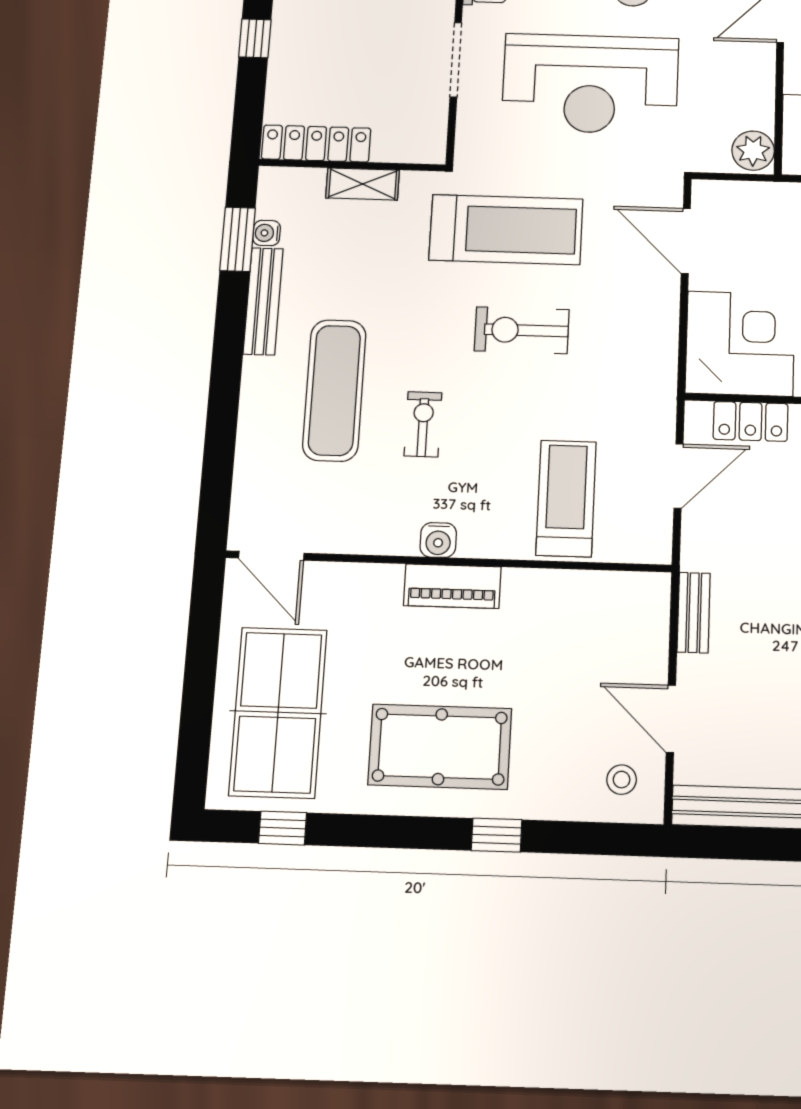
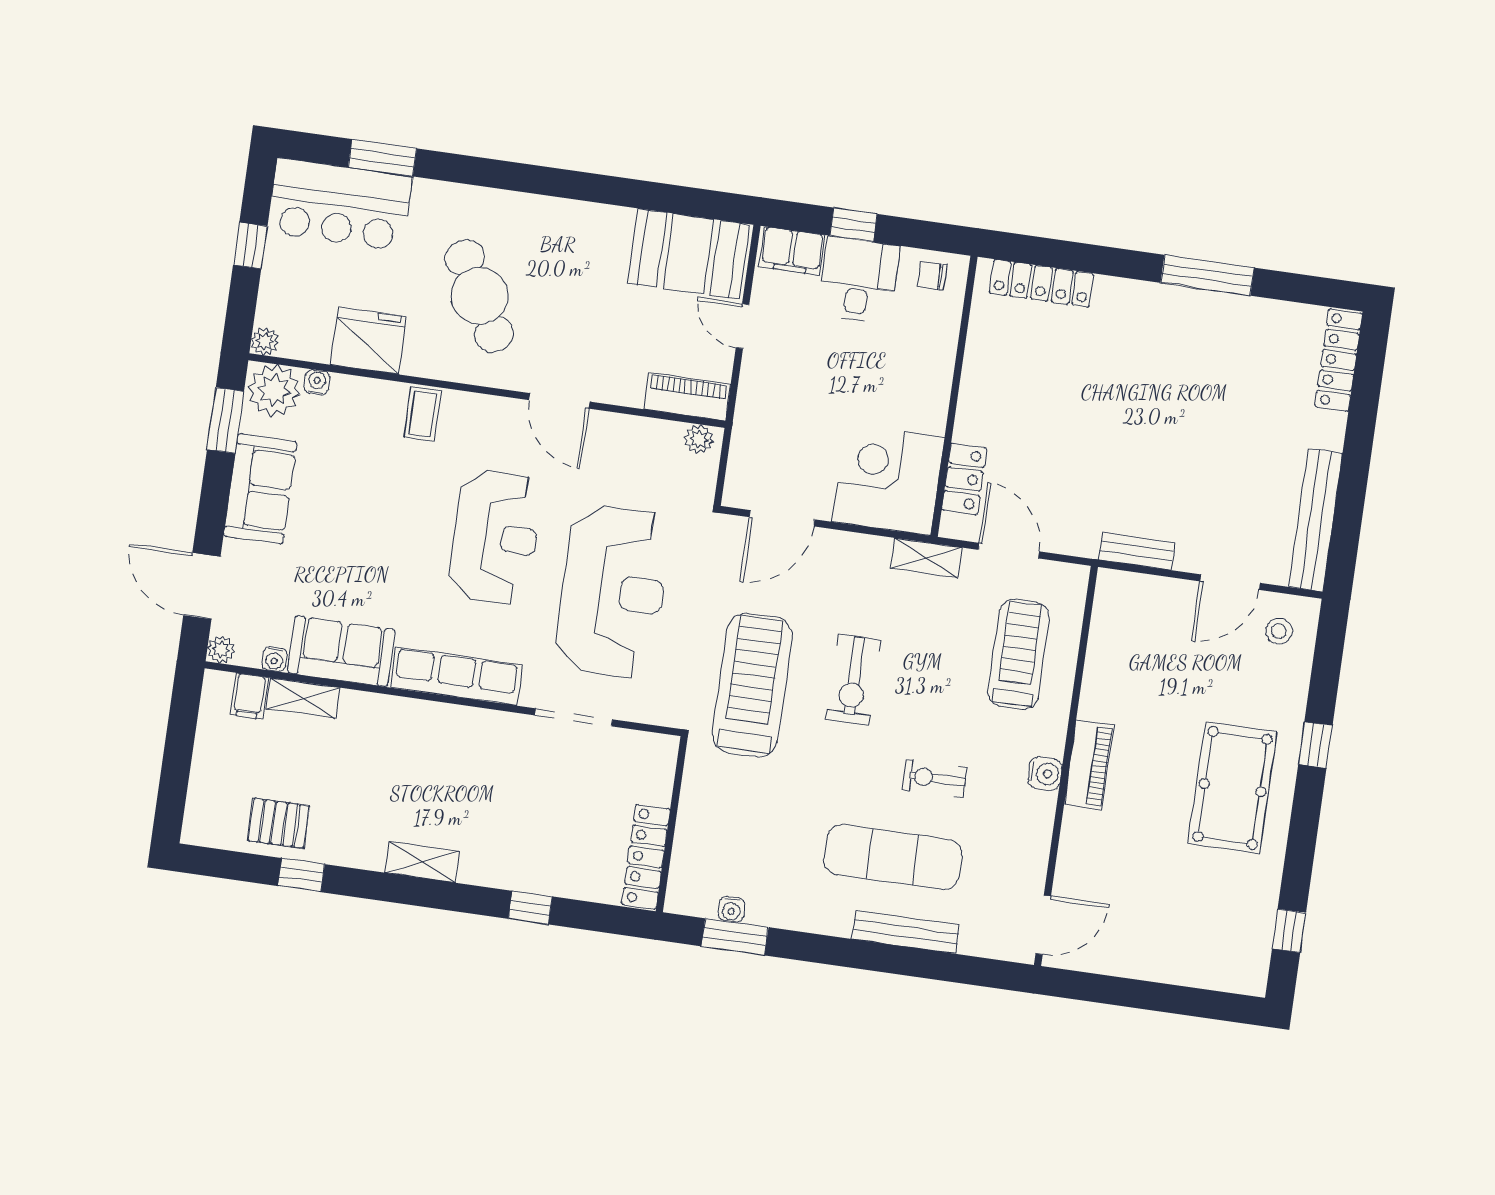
plant: (753, 151) -> (699, 439), width x0.73, depth x0.73
shelving: (363, 184) -> (926, 558), moved, turned 90
bench: (263, 301) -> (906, 932), moved
treadmill: (566, 498) -> (1019, 655), turned 90
table tennis table: (278, 712) -> (1186, 928), removed

